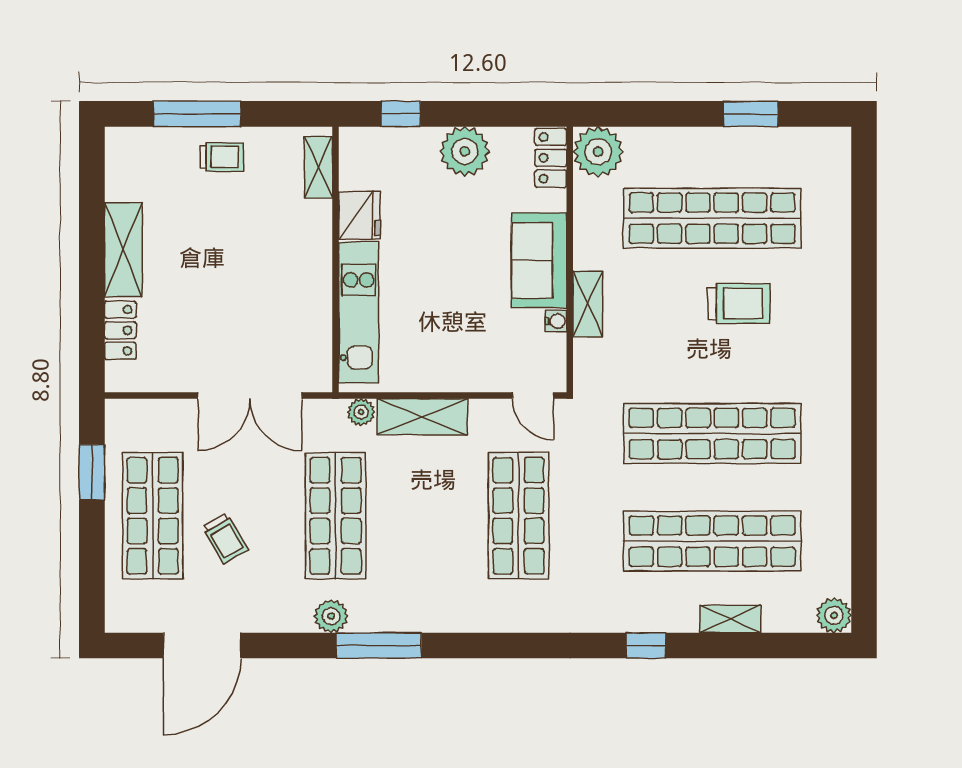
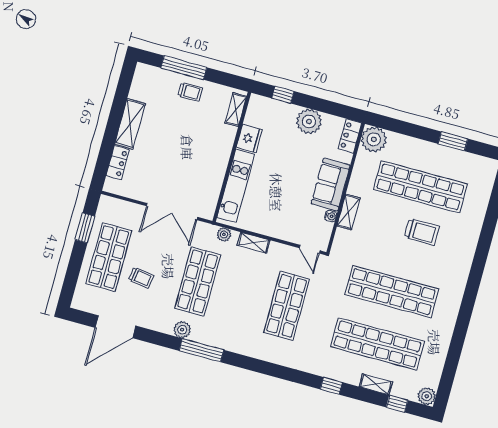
shelving: (422, 417) -> (254, 243), width x0.67, depth x0.75
trolley: (225, 538) -> (141, 278), turned -52
window: (781, 645) -> (397, 404), added

